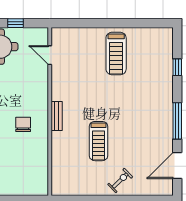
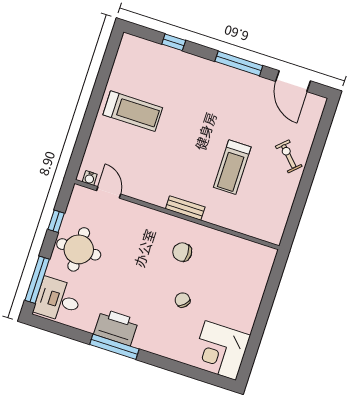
water cooler: (56, 38) -> (90, 178), added
door: (50, 55) -> (109, 192), swing flipped
treadmill: (98, 141) -> (232, 167), turned 90

